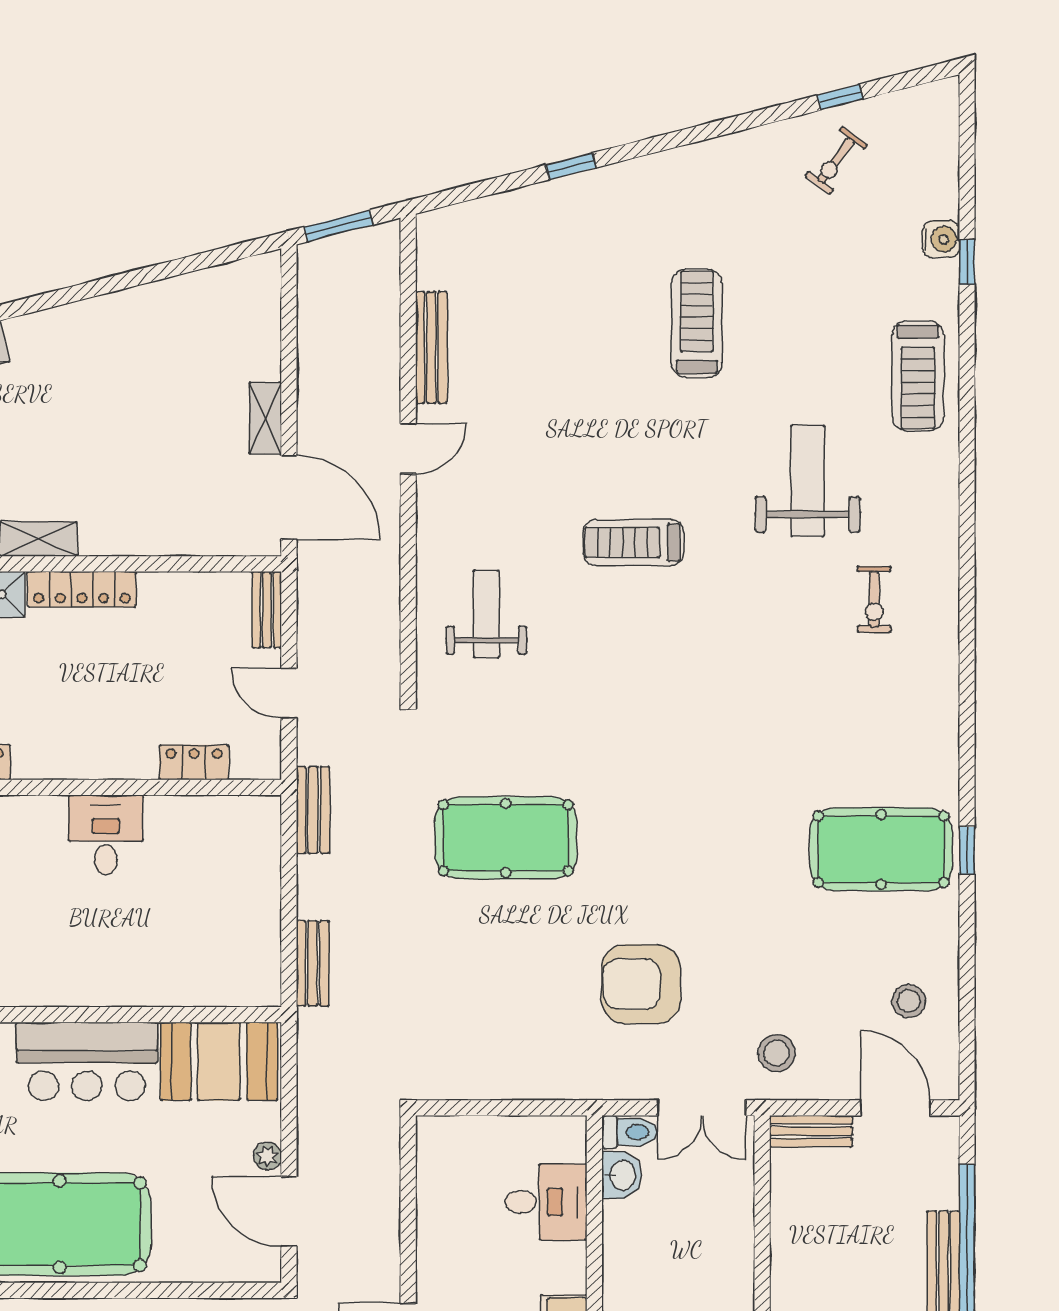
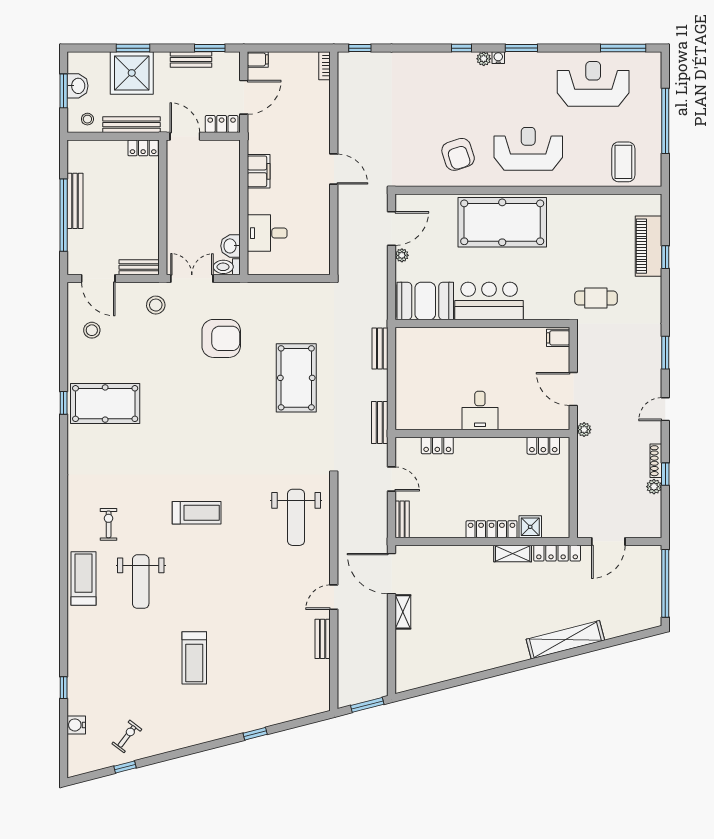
water cooler: (941, 239) -> (76, 725), moved
bench: (431, 347) -> (323, 639), width x0.73
treadmill: (918, 376) -> (83, 579), moved
treadmill: (633, 543) -> (197, 513), moved
weight bench: (486, 614) -> (296, 517), width x1.36, depth x1.33
pool table: (506, 838) -> (296, 378), moved, turned 90
door: (289, 1211) -> (391, 228), hinge flipped

